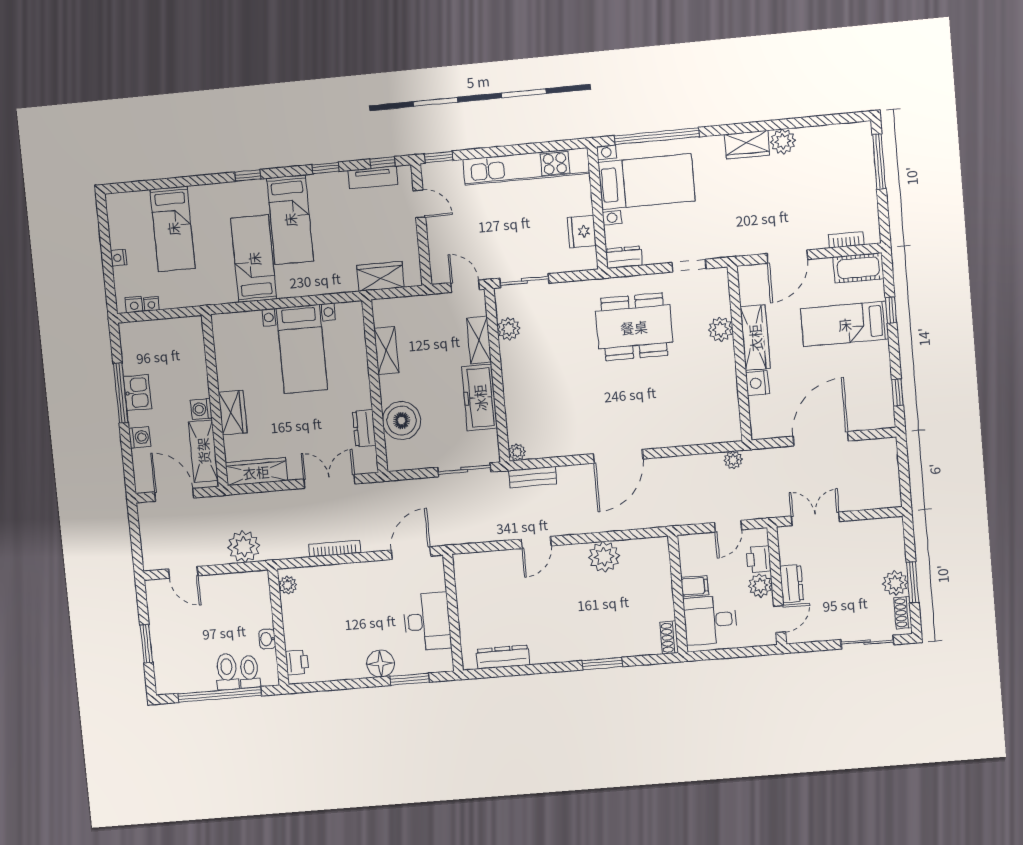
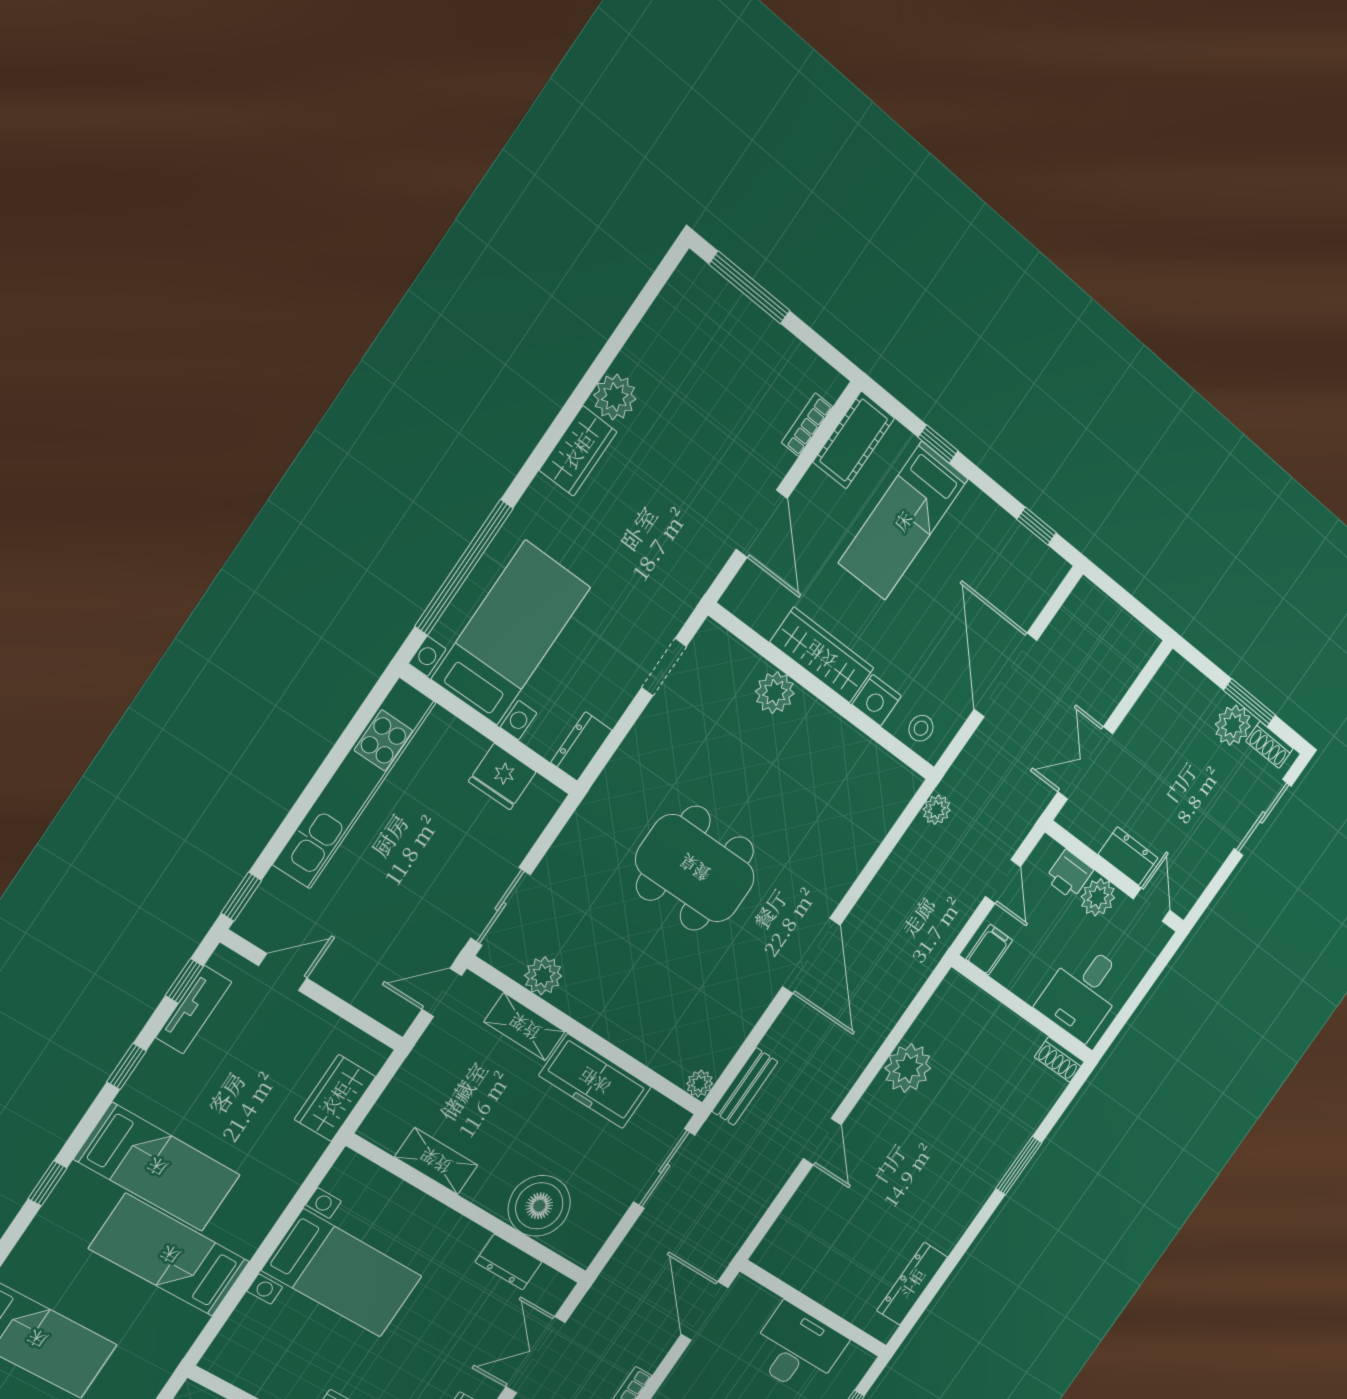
dining table: (634, 327) -> (695, 868), moved, turned 90
stool: (763, 417) -> (921, 728), added
filing cabinet: (695, 586) -> (989, 950), moved

